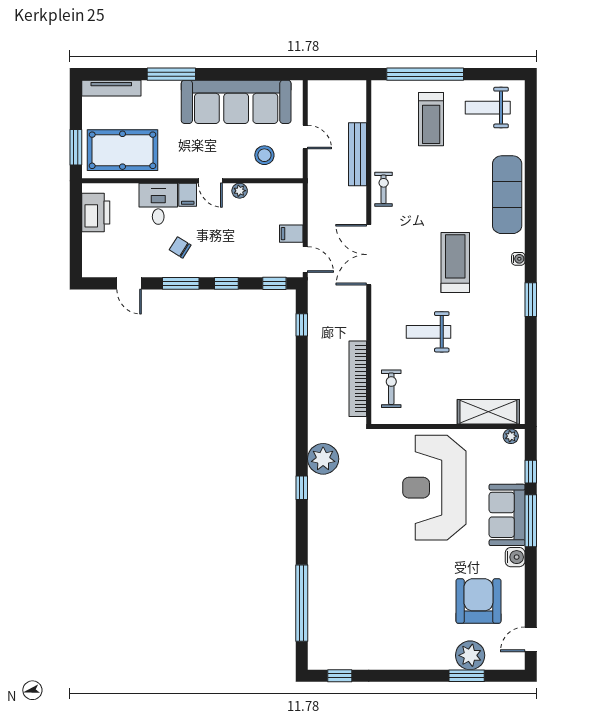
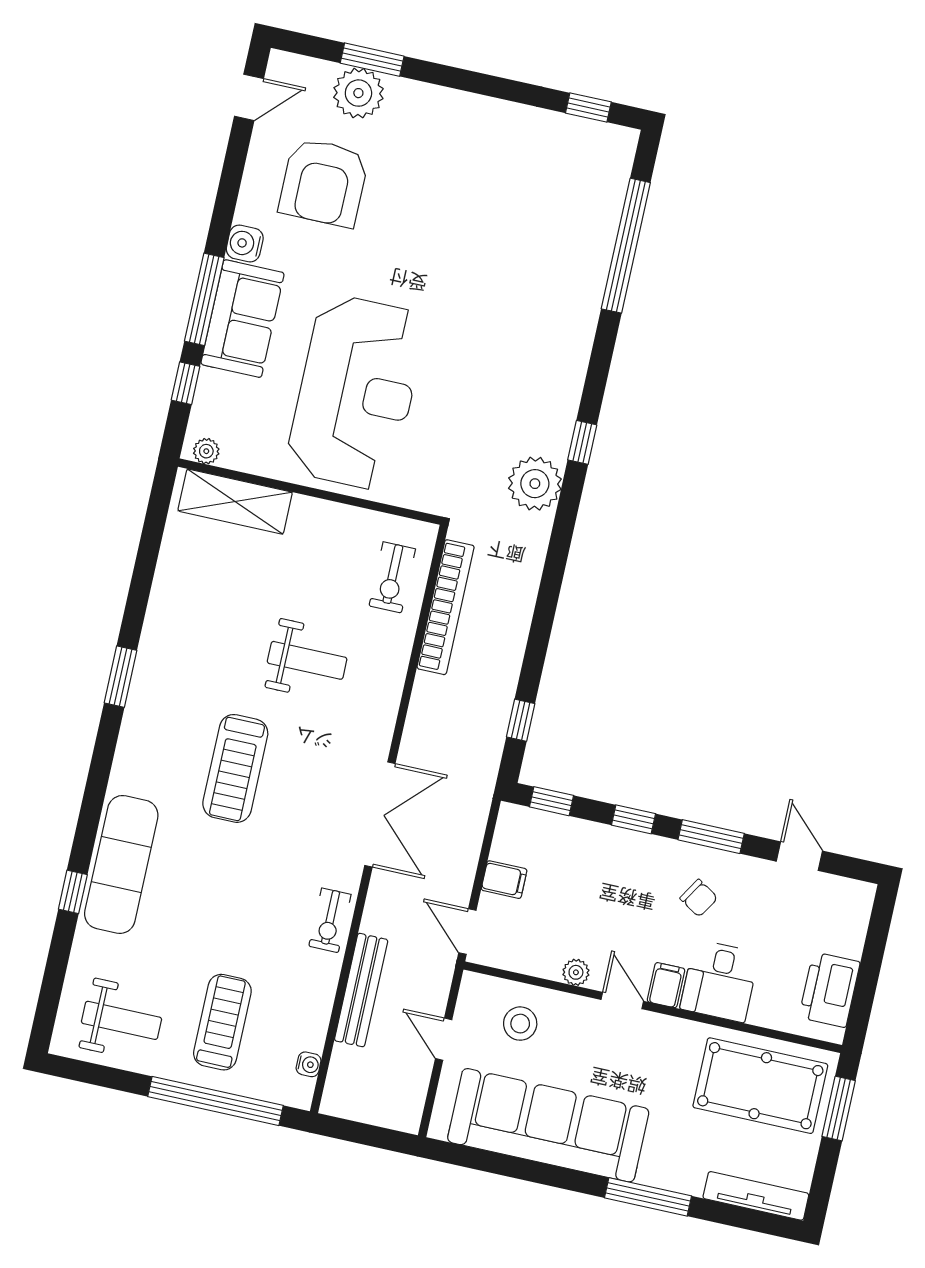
window: (531, 173) -> (73, 892), added
water cooler: (518, 259) -> (309, 1064), moved, turned 180
door: (305, 260) -> (467, 932), moved

